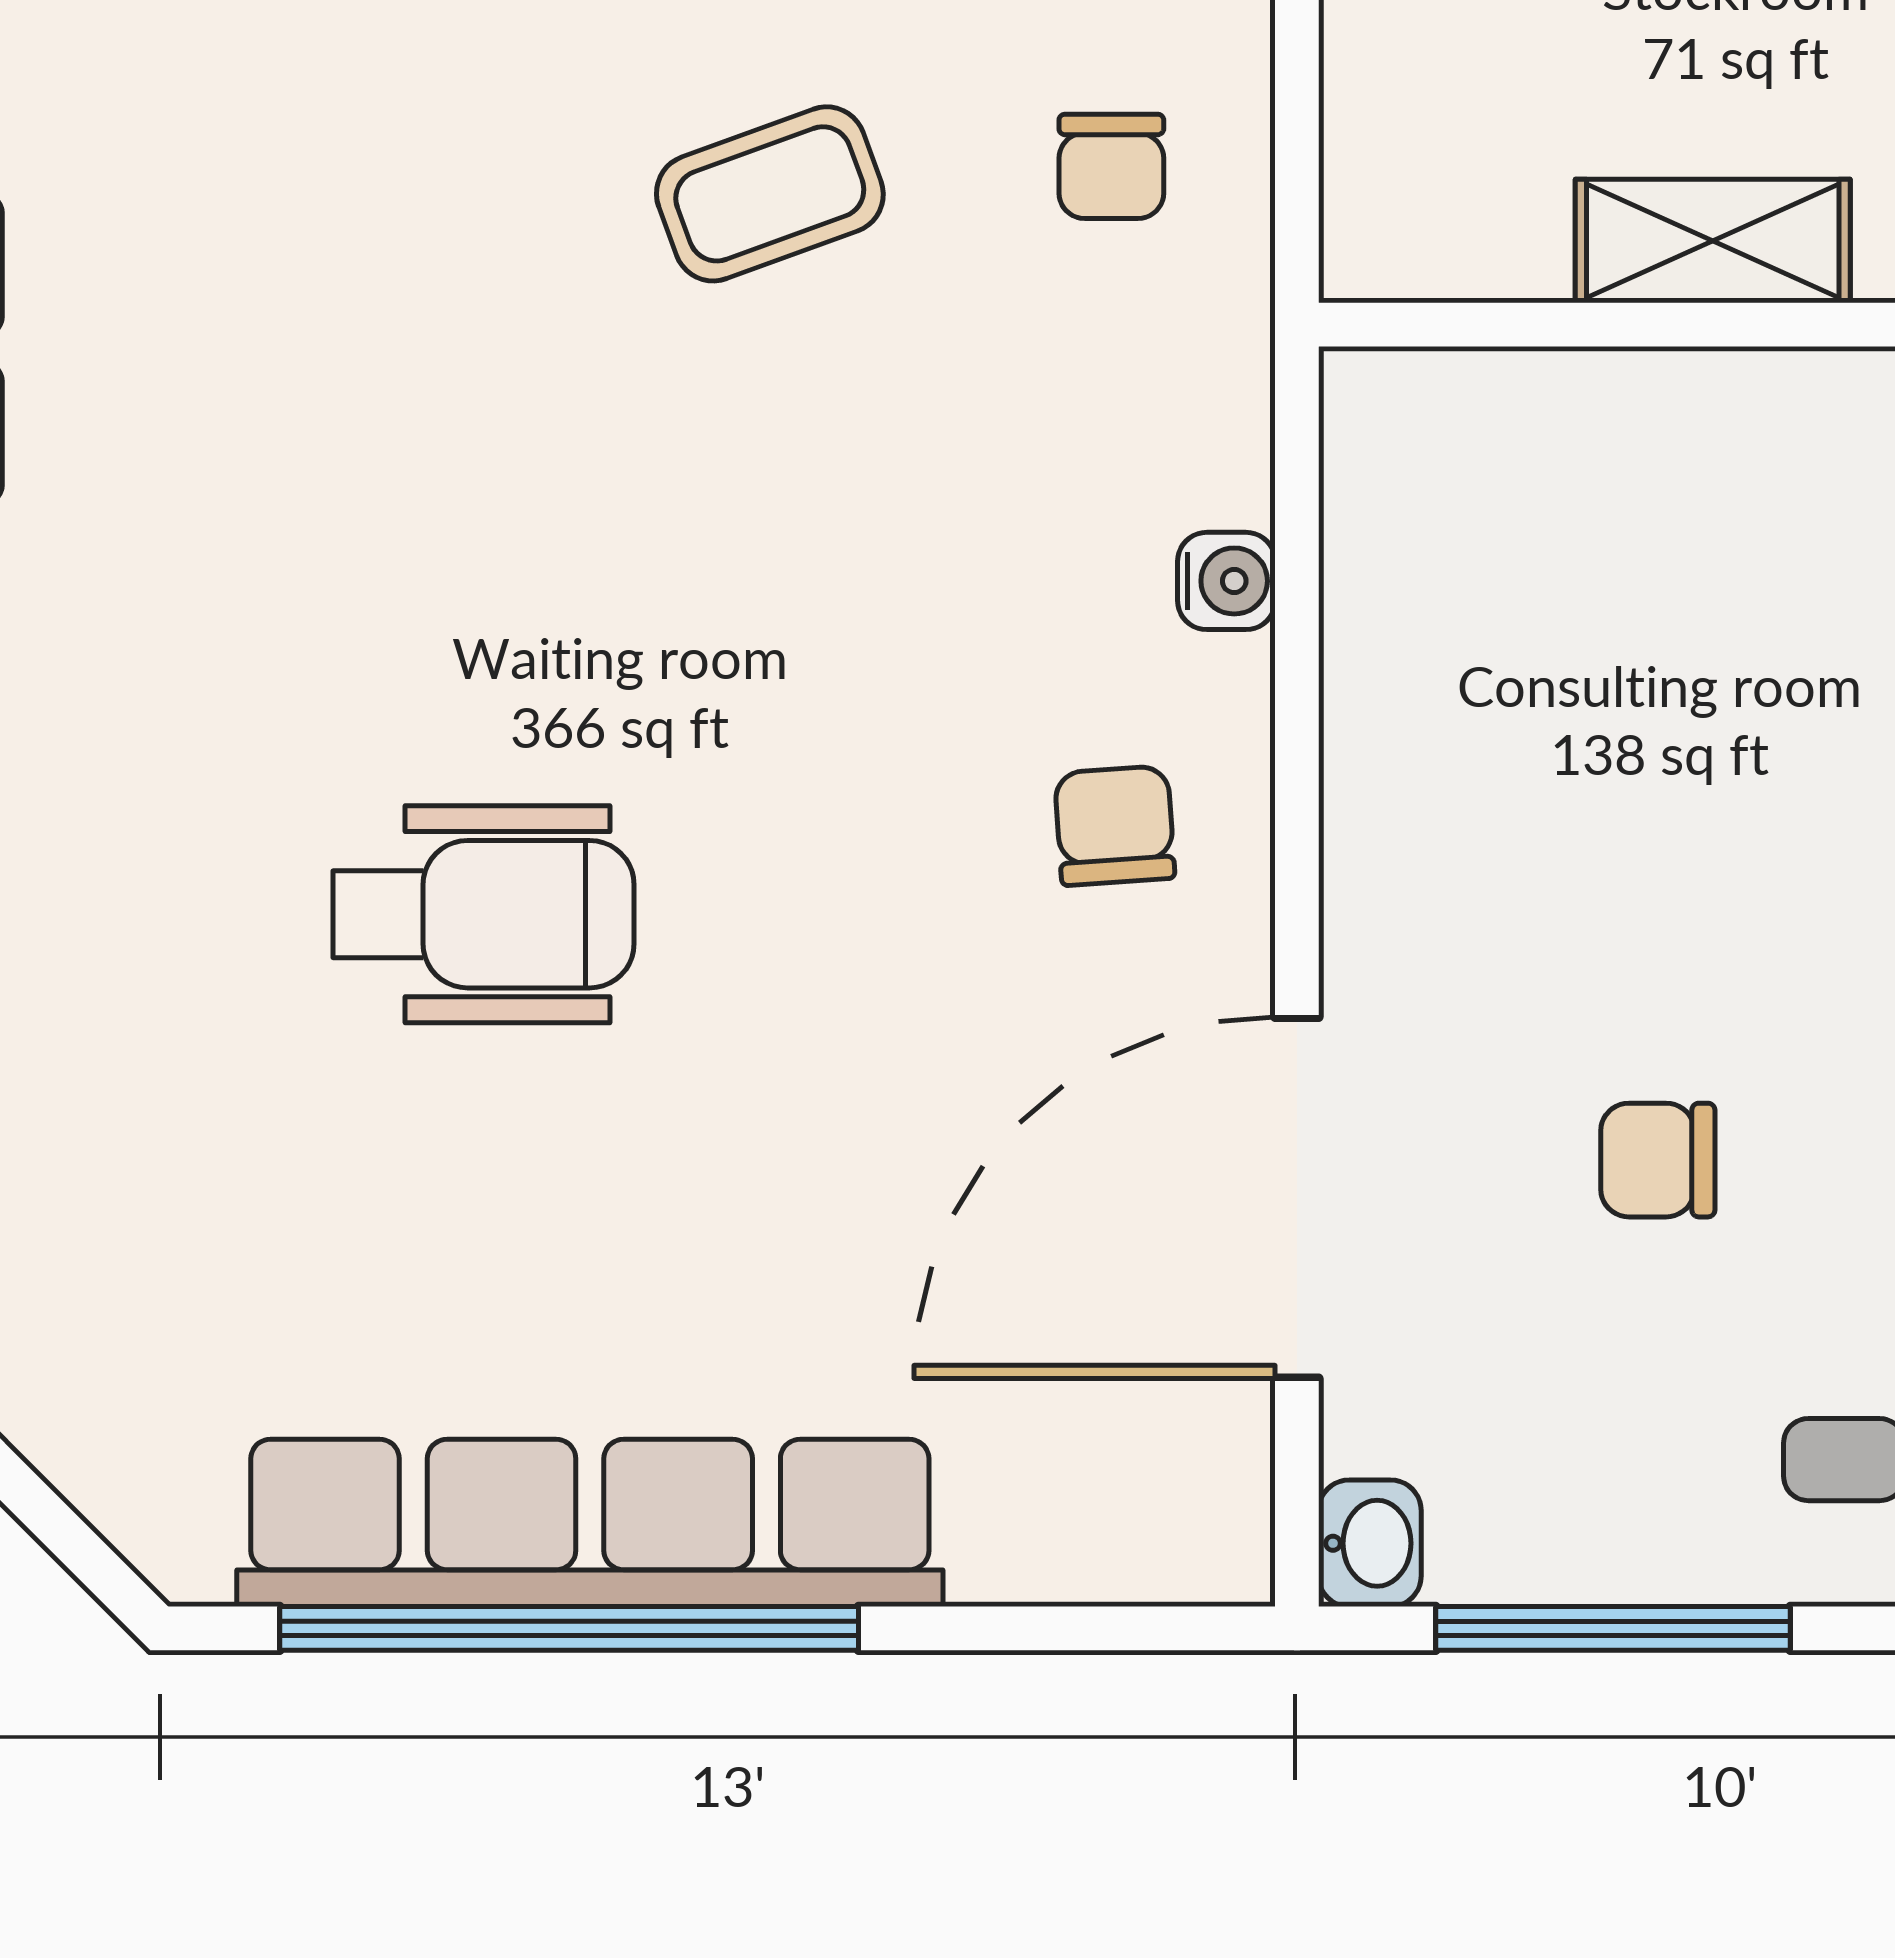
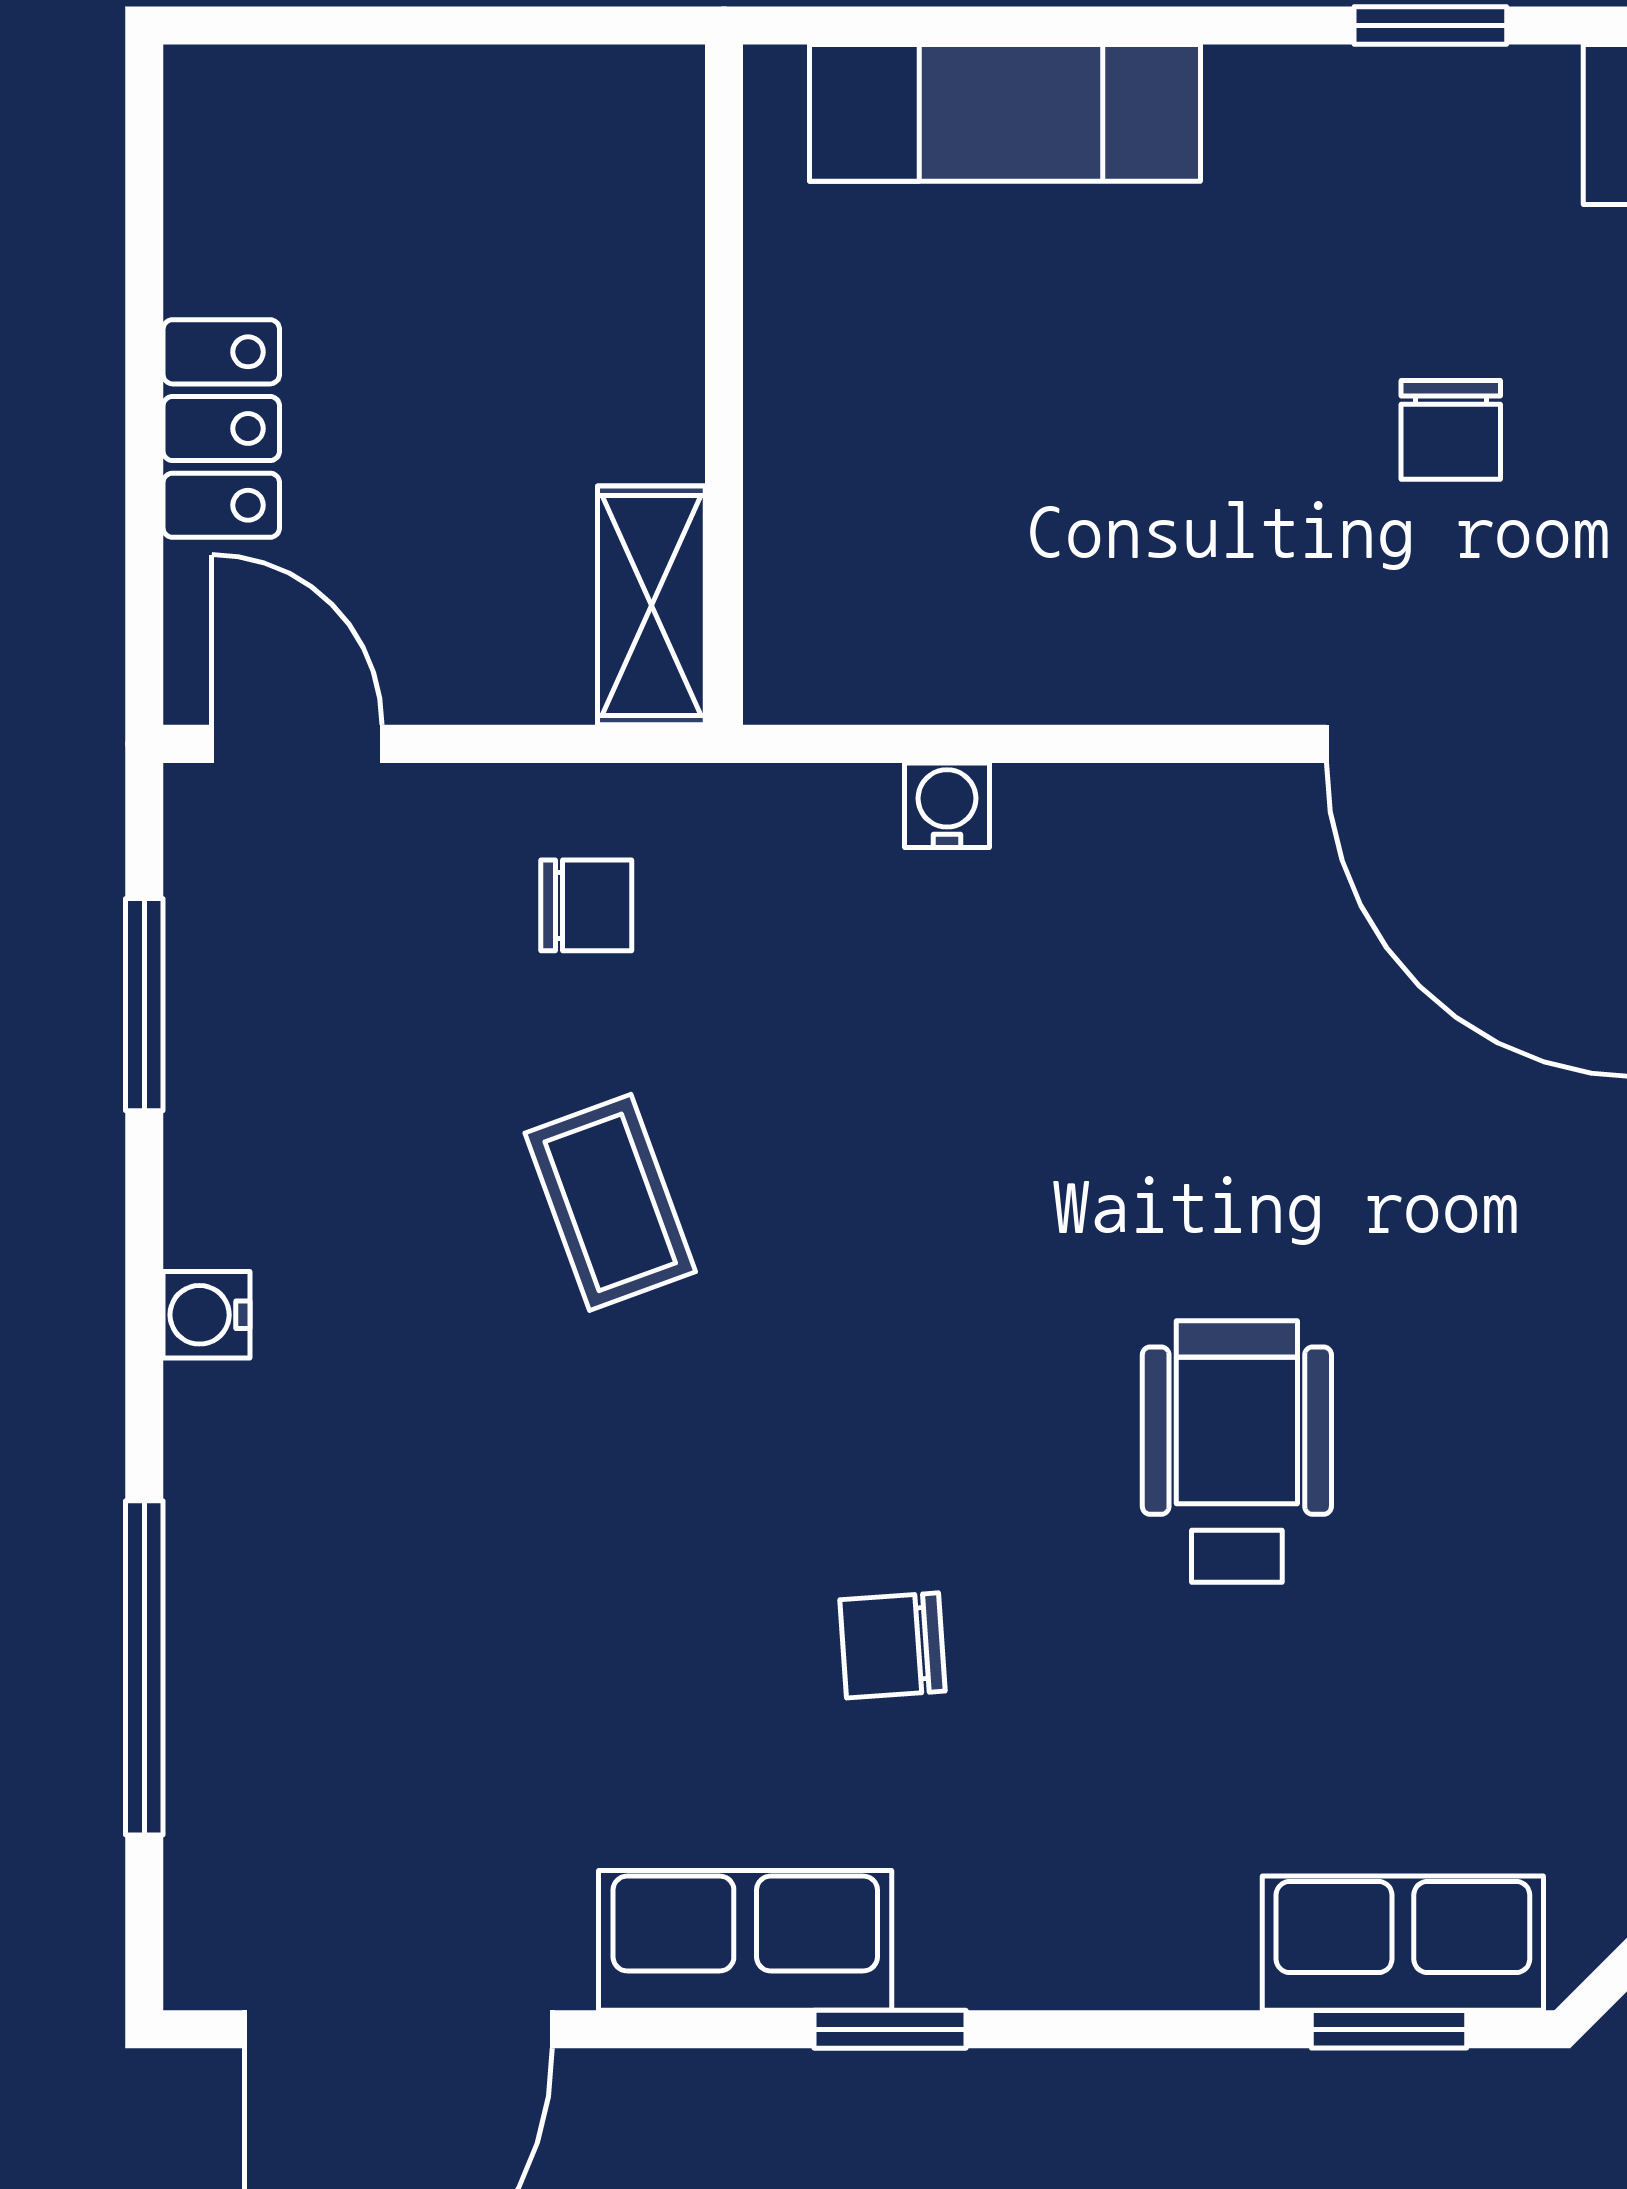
shelving: (1713, 241) -> (651, 605), moved
chair: (1115, 826) -> (893, 1645), moved

